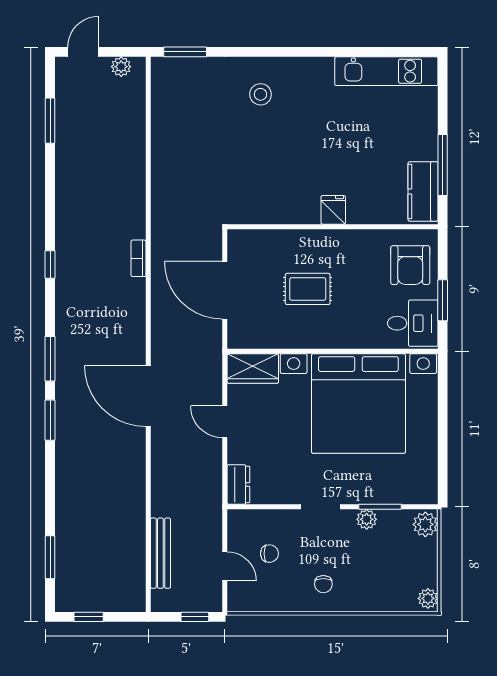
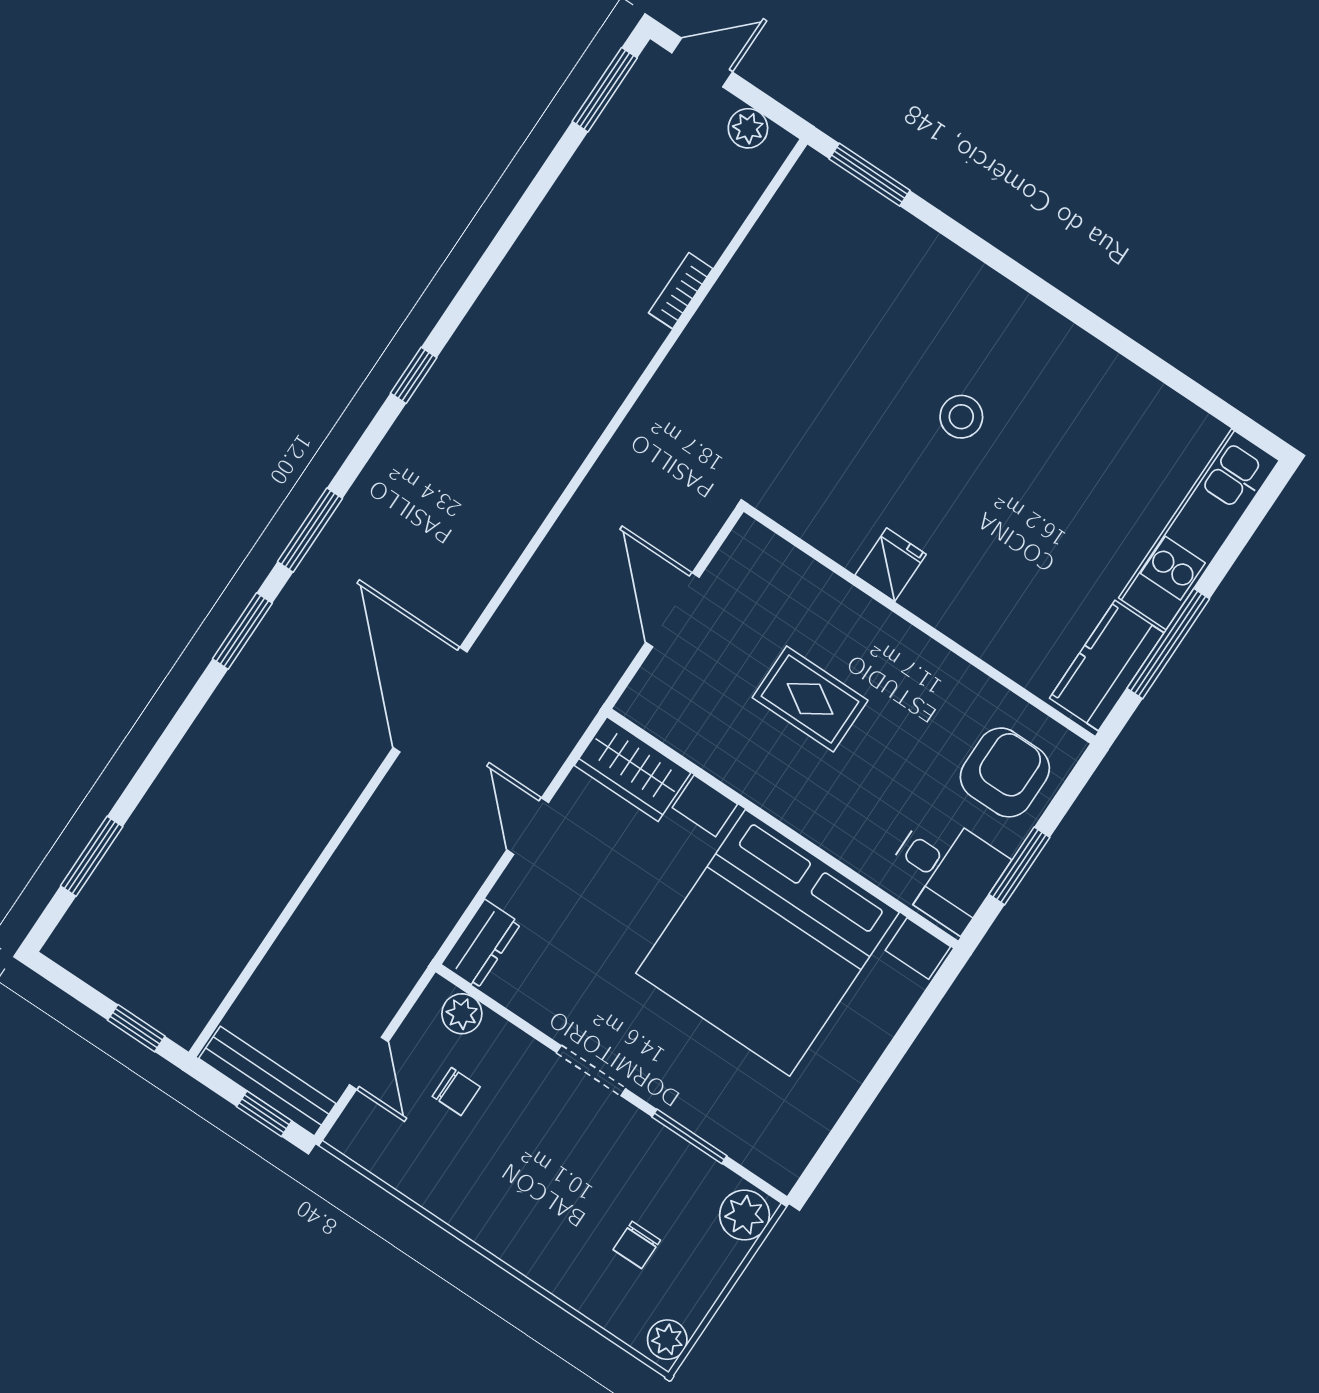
kitchen unit: (386, 71) -> (1199, 529), moved, turned 90
stool: (260, 94) -> (961, 417), moved
window: (50, 121) -> (605, 90), moved
fridge: (333, 210) -> (891, 565), moved
bookcase: (138, 258) -> (681, 291), moved
armchair: (410, 265) -> (1005, 772), turned 180
door: (225, 290) -> (672, 610), width x0.73
plant: (367, 519) -> (462, 1014), moved
bench: (160, 553) -> (267, 1081), moved, turned 90
chair: (323, 584) -> (637, 1245), moved
window: (89, 617) -> (136, 1028), moved

